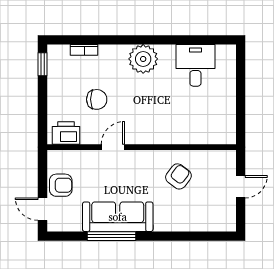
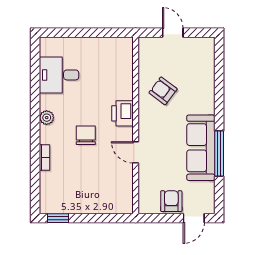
bookcase: (84, 50) -> (45, 158), moved
plant: (143, 59) -> (47, 118), width x0.53, depth x0.53
chair: (97, 99) -> (86, 135), moved
printer: (66, 133) -> (122, 113), moved

